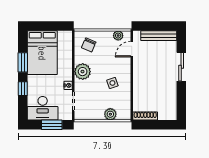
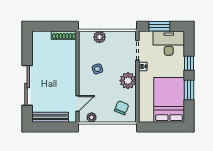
sliding door: (181, 67) -> (27, 85), width x1.37

